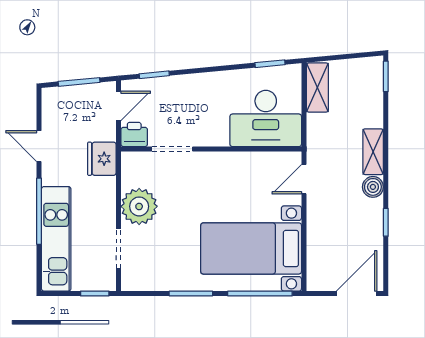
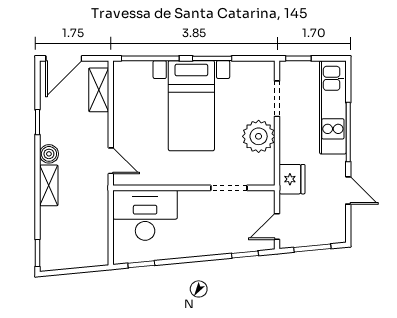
shelving: (317, 87) -> (99, 90), moved
printer: (134, 135) -> (263, 201), removed
door: (304, 179) -> (111, 161), hinge flipped
bed with nightstands: (251, 248) -> (191, 106), moved, turned 90

